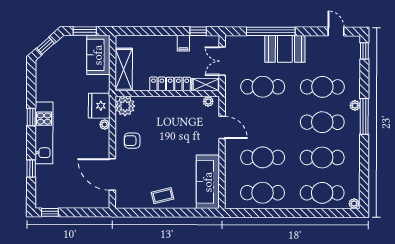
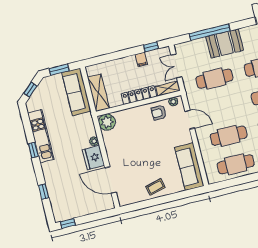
sofa: (98, 55) -> (76, 92), width x1.36
fridge: (99, 106) -> (93, 158), moved
kitchen unit: (44, 133) -> (41, 136), moved
armchair: (132, 141) -> (159, 113), moved

